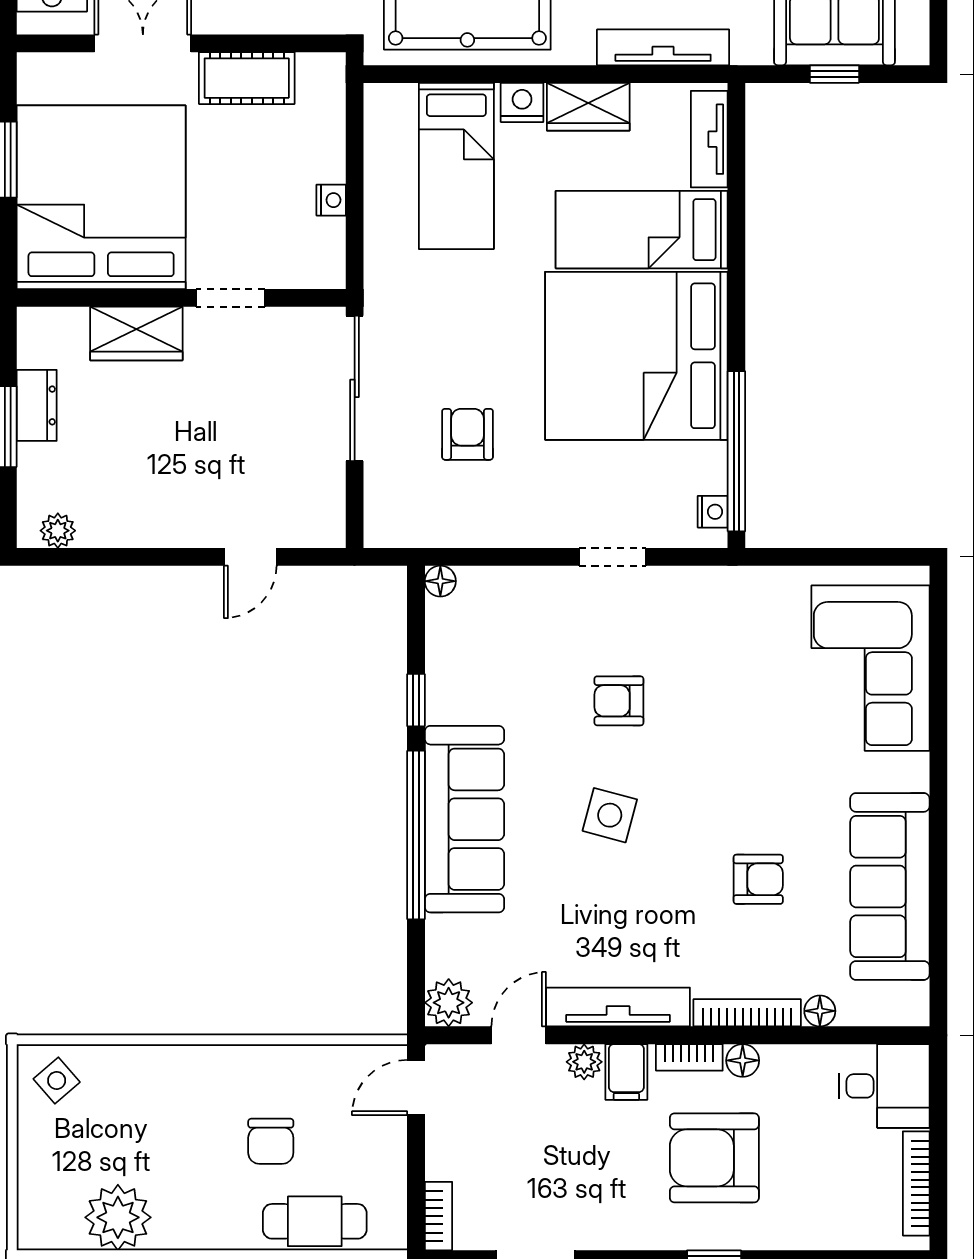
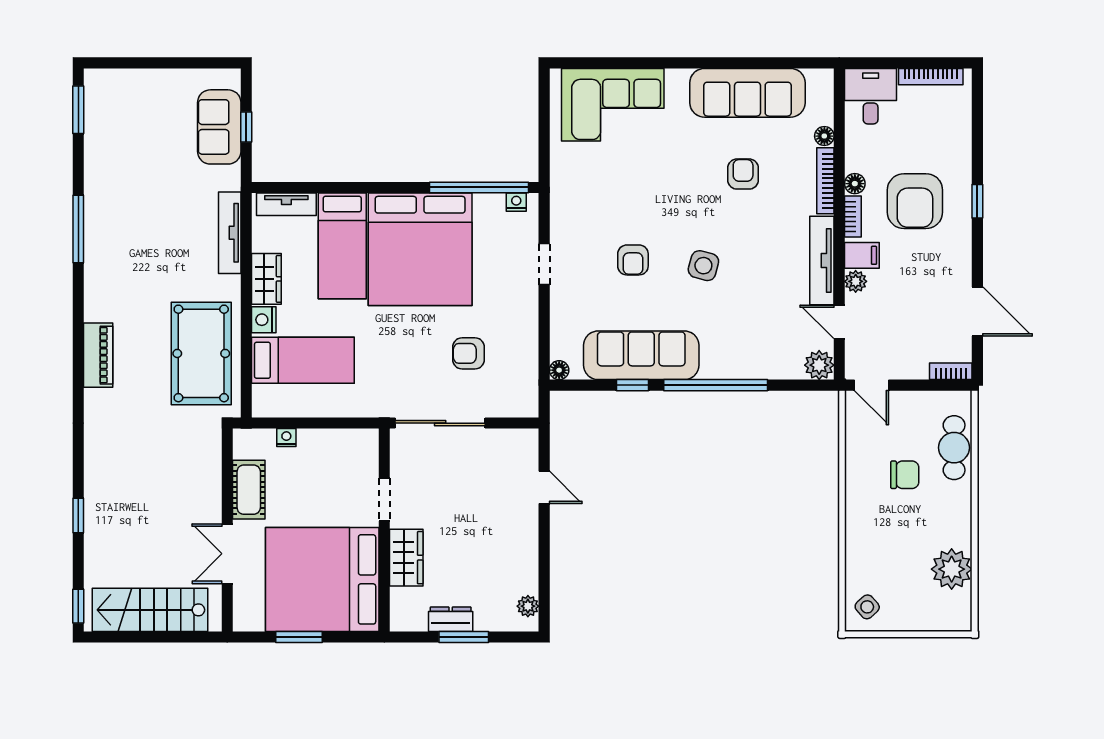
nightstand: (331, 200) -> (286, 438), moved
sofa: (464, 819) -> (641, 355), moved

